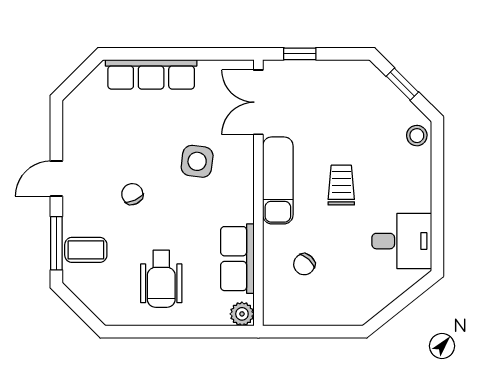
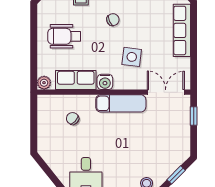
trolley: (341, 185) -> (118, 140), removed
water cooler: (240, 208) -> (105, 82), added

